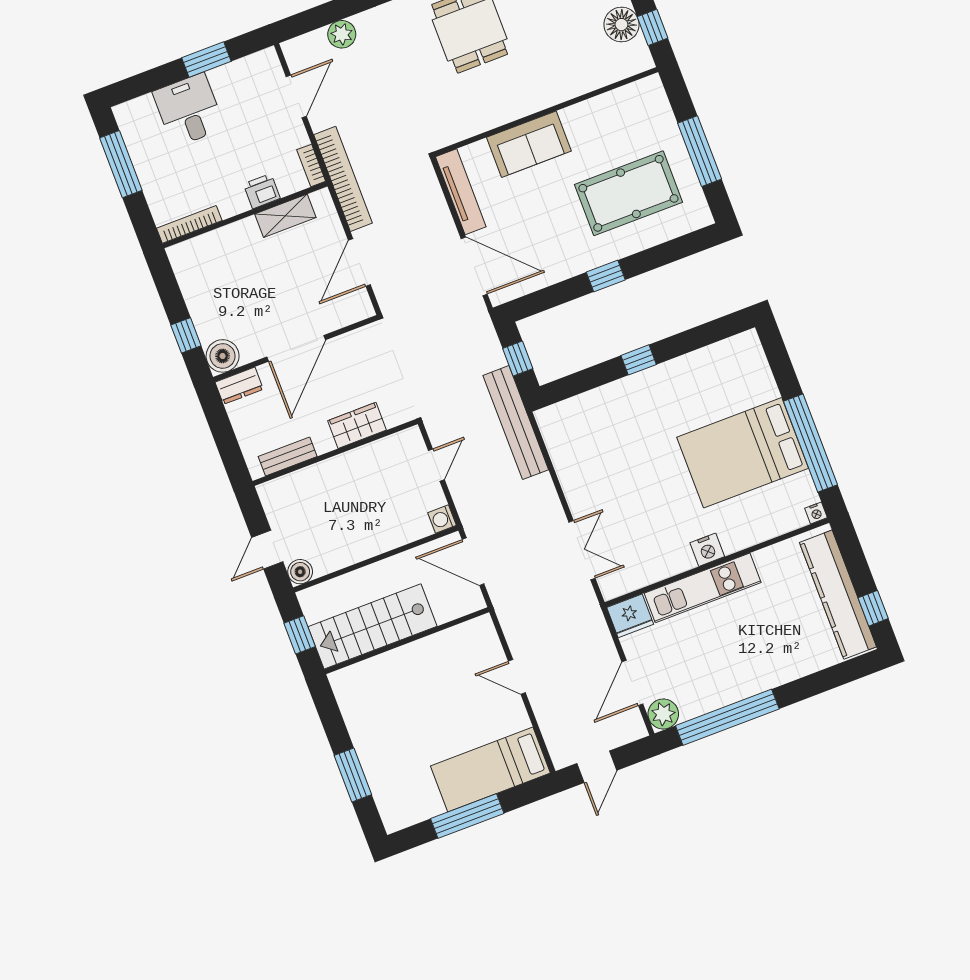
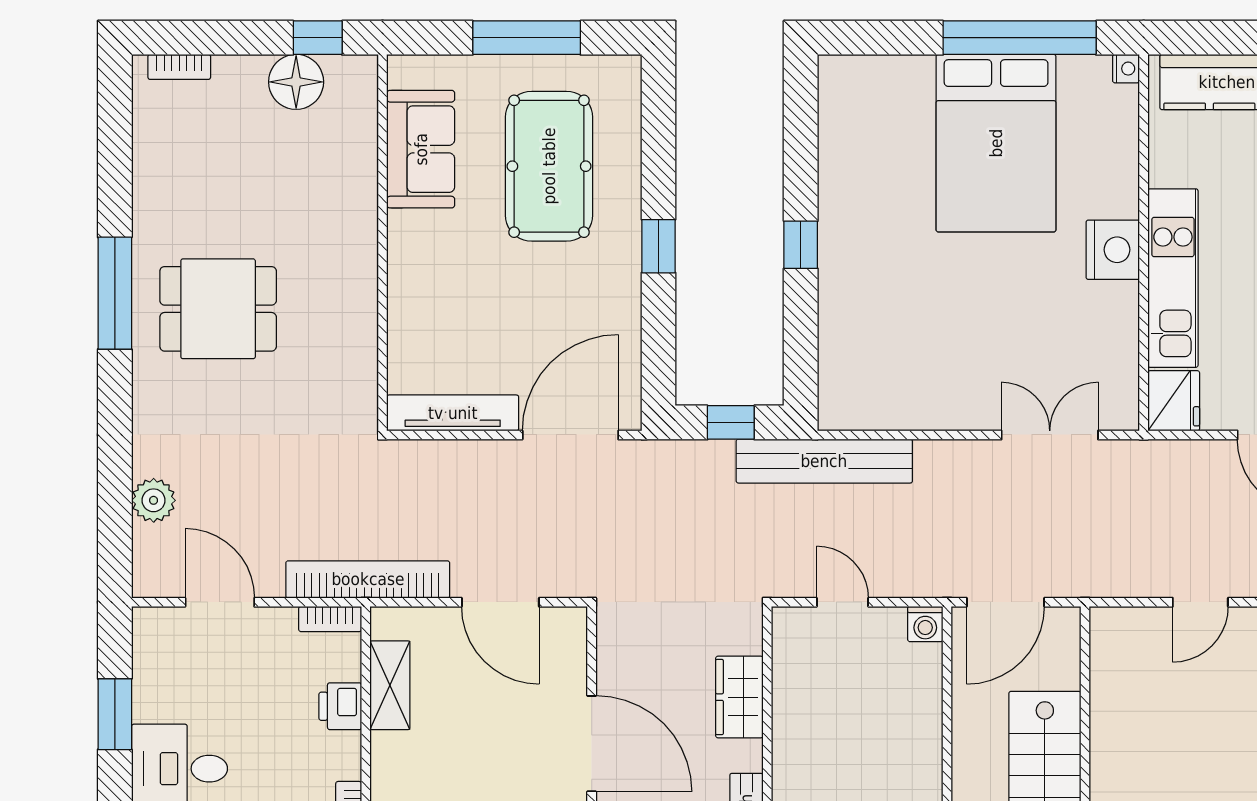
sofa: (529, 144) -> (421, 149), moved
nightstand: (707, 550) -> (1113, 250), width x1.36, depth x1.33

